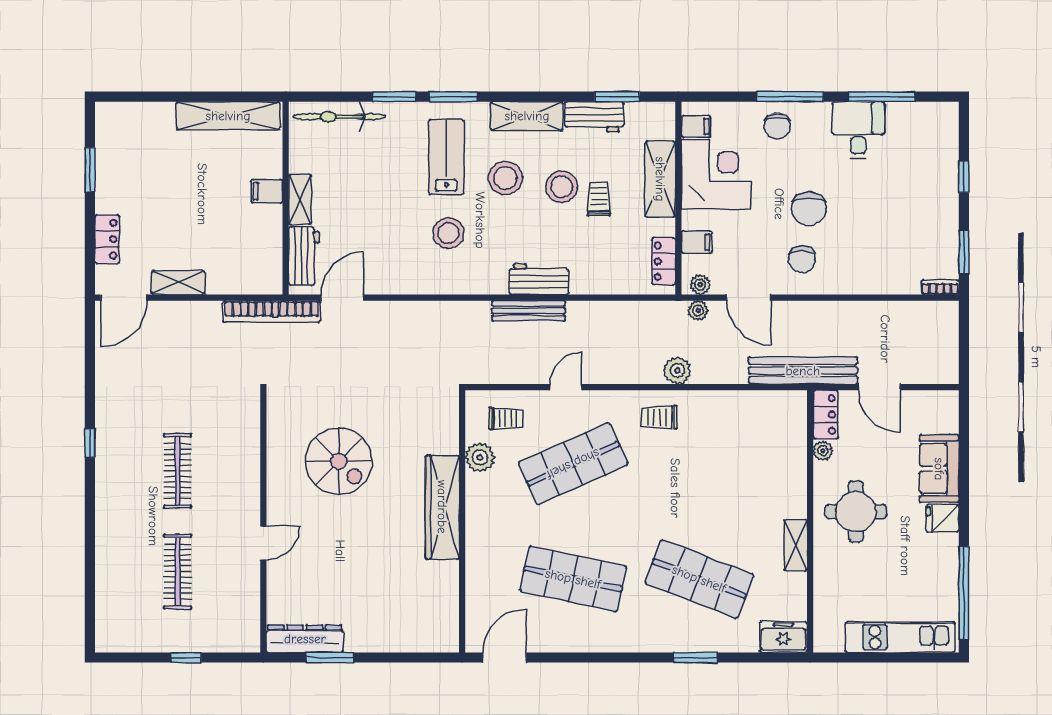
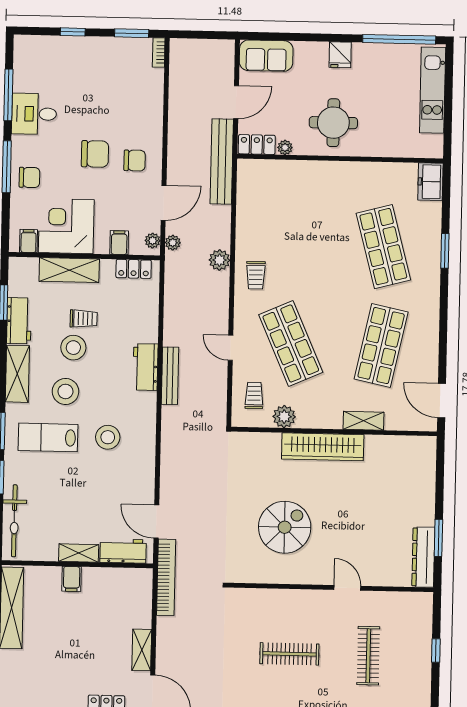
trolley: (599, 199) -> (84, 319), turned 180
sofa: (939, 469) -> (266, 56), moved
shelving: (796, 545) -> (363, 421), moved
clothes rail: (178, 572) -> (368, 656), turned 90
shop shelf: (699, 579) -> (383, 247), turned -36

